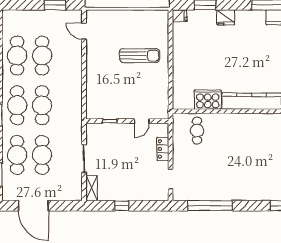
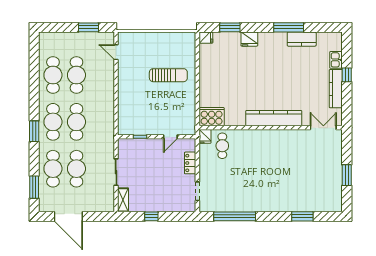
cooker: (208, 100) -> (212, 117), moved
fridge: (179, 121) -> (205, 136), added

